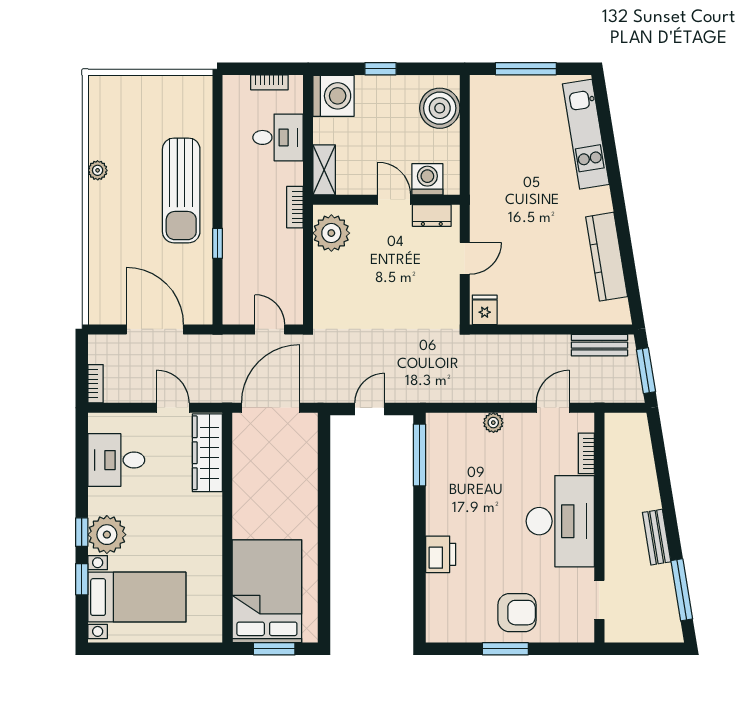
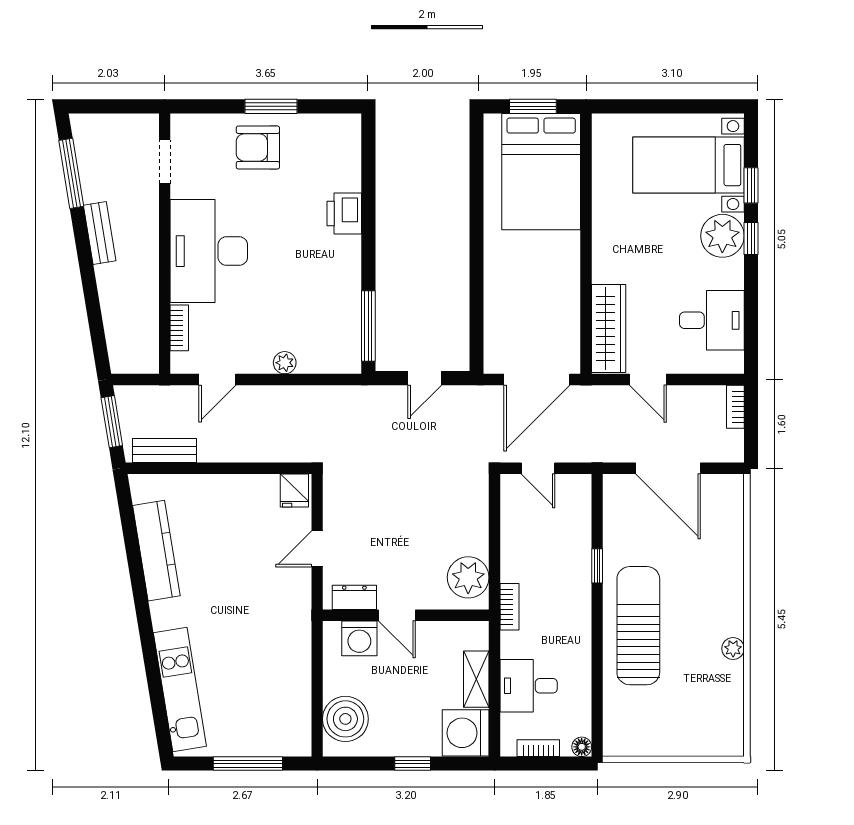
floor lamp: (231, 84) -> (582, 747), added
shelving: (324, 170) -> (476, 679), moved

